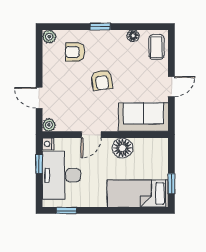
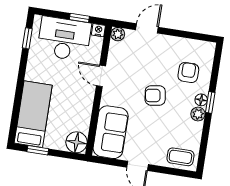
floor lamp: (133, 36) -> (201, 100), moved
plant: (49, 37) -> (198, 114), moved
floor lamp: (122, 148) -> (77, 142), moved

